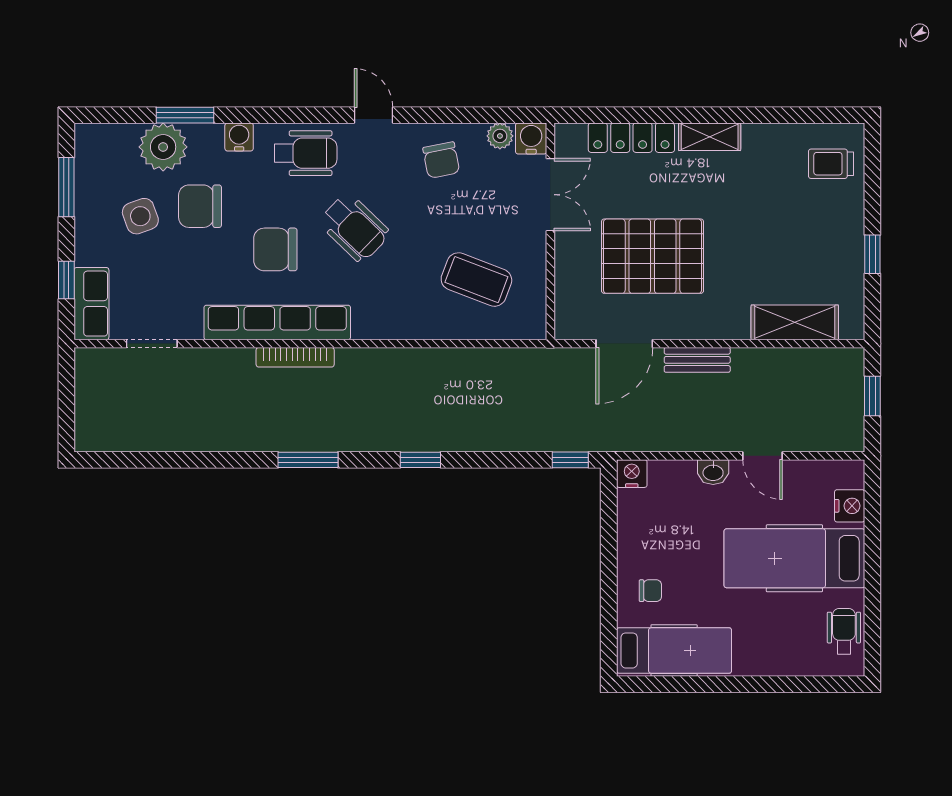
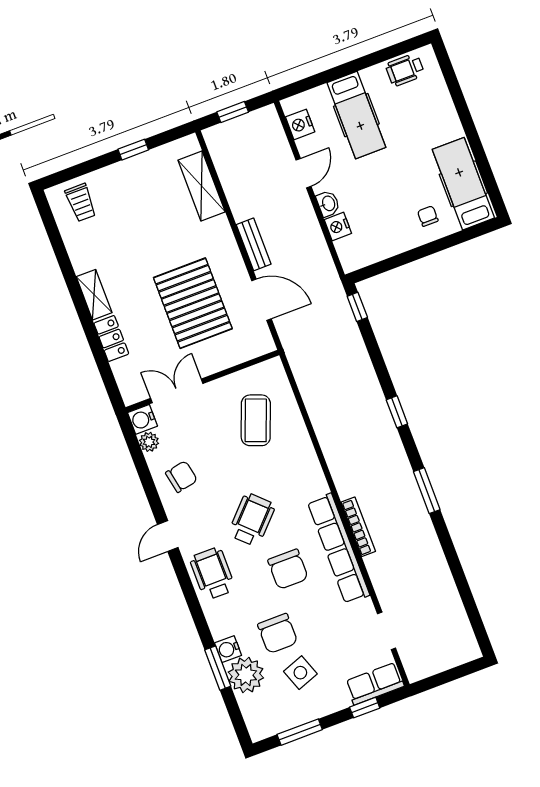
water cooler: (239, 137) -> (228, 649), moved
locker: (631, 138) -> (111, 338), width x0.66
nightstand: (632, 474) -> (338, 226), moved
nightstand: (850, 506) -> (300, 124), moved, turned -90
hospital bed: (794, 558) -> (356, 115), width x0.73, depth x0.78

